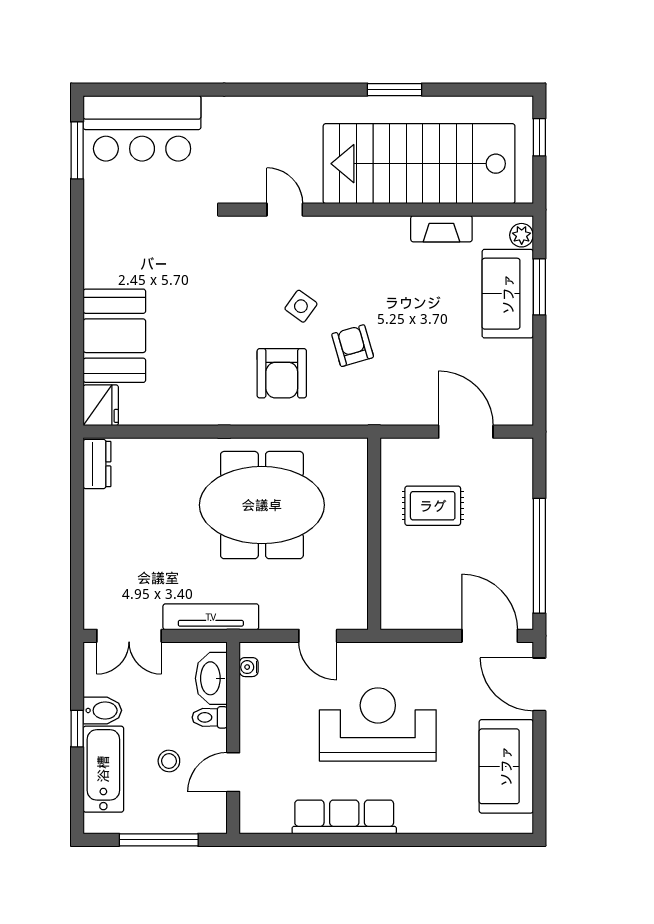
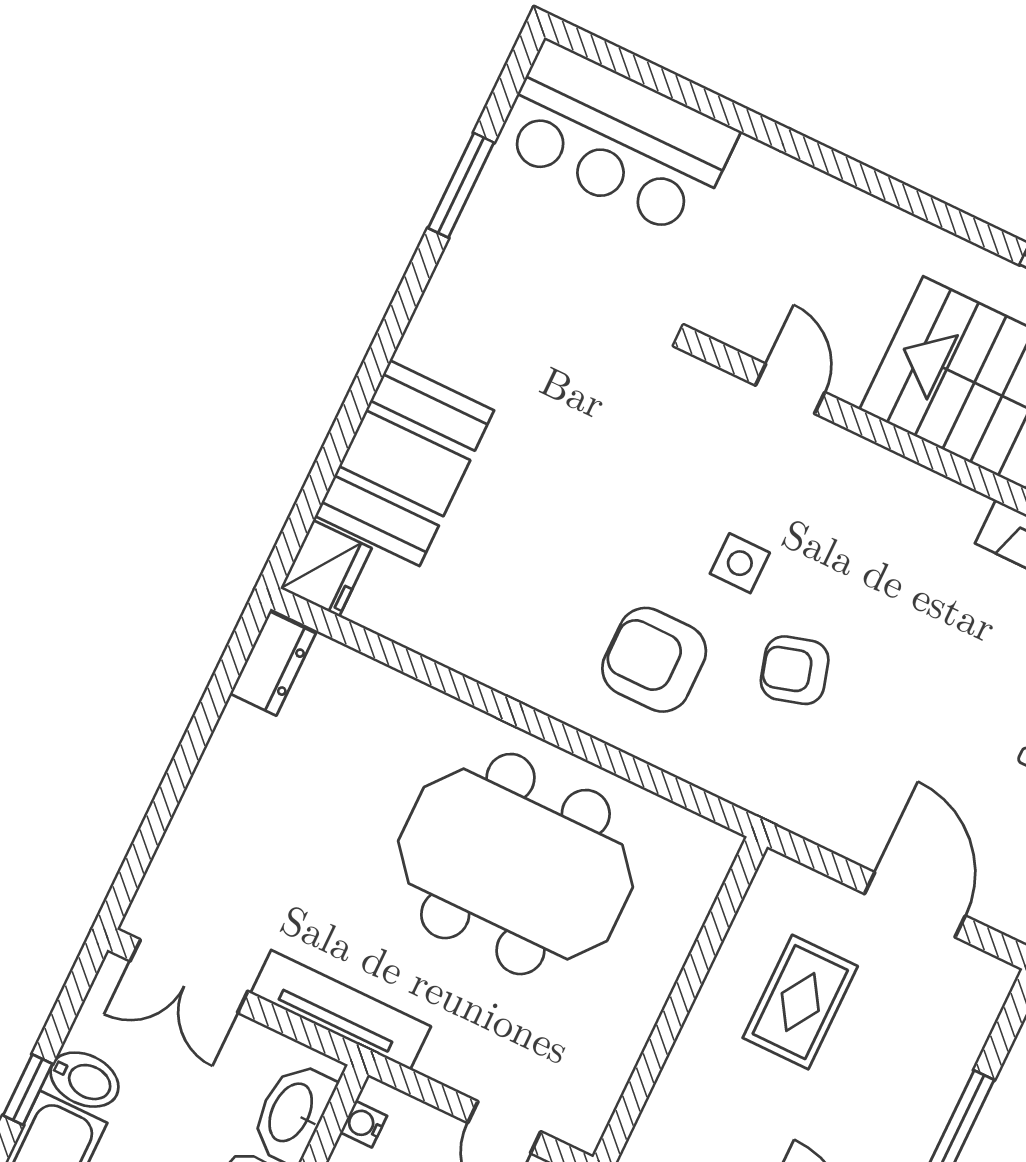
window: (77, 150) -> (461, 185), moved
side table: (301, 306) -> (740, 563), turned -36
armchair: (353, 346) -> (795, 670), turned -90
armchair: (282, 373) -> (654, 660), turned 90
rug: (433, 506) -> (800, 1002), turned 90

